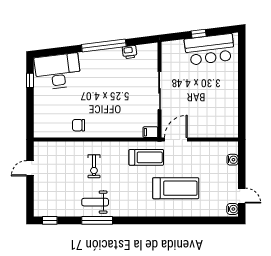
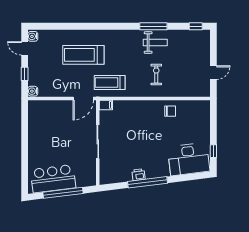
window: (199, 34) -> (63, 193), width x3.17
printer: (130, 52) -> (138, 175), moved
water cooler: (233, 160) -> (33, 91), moved
window: (242, 167) -> (25, 74), added

